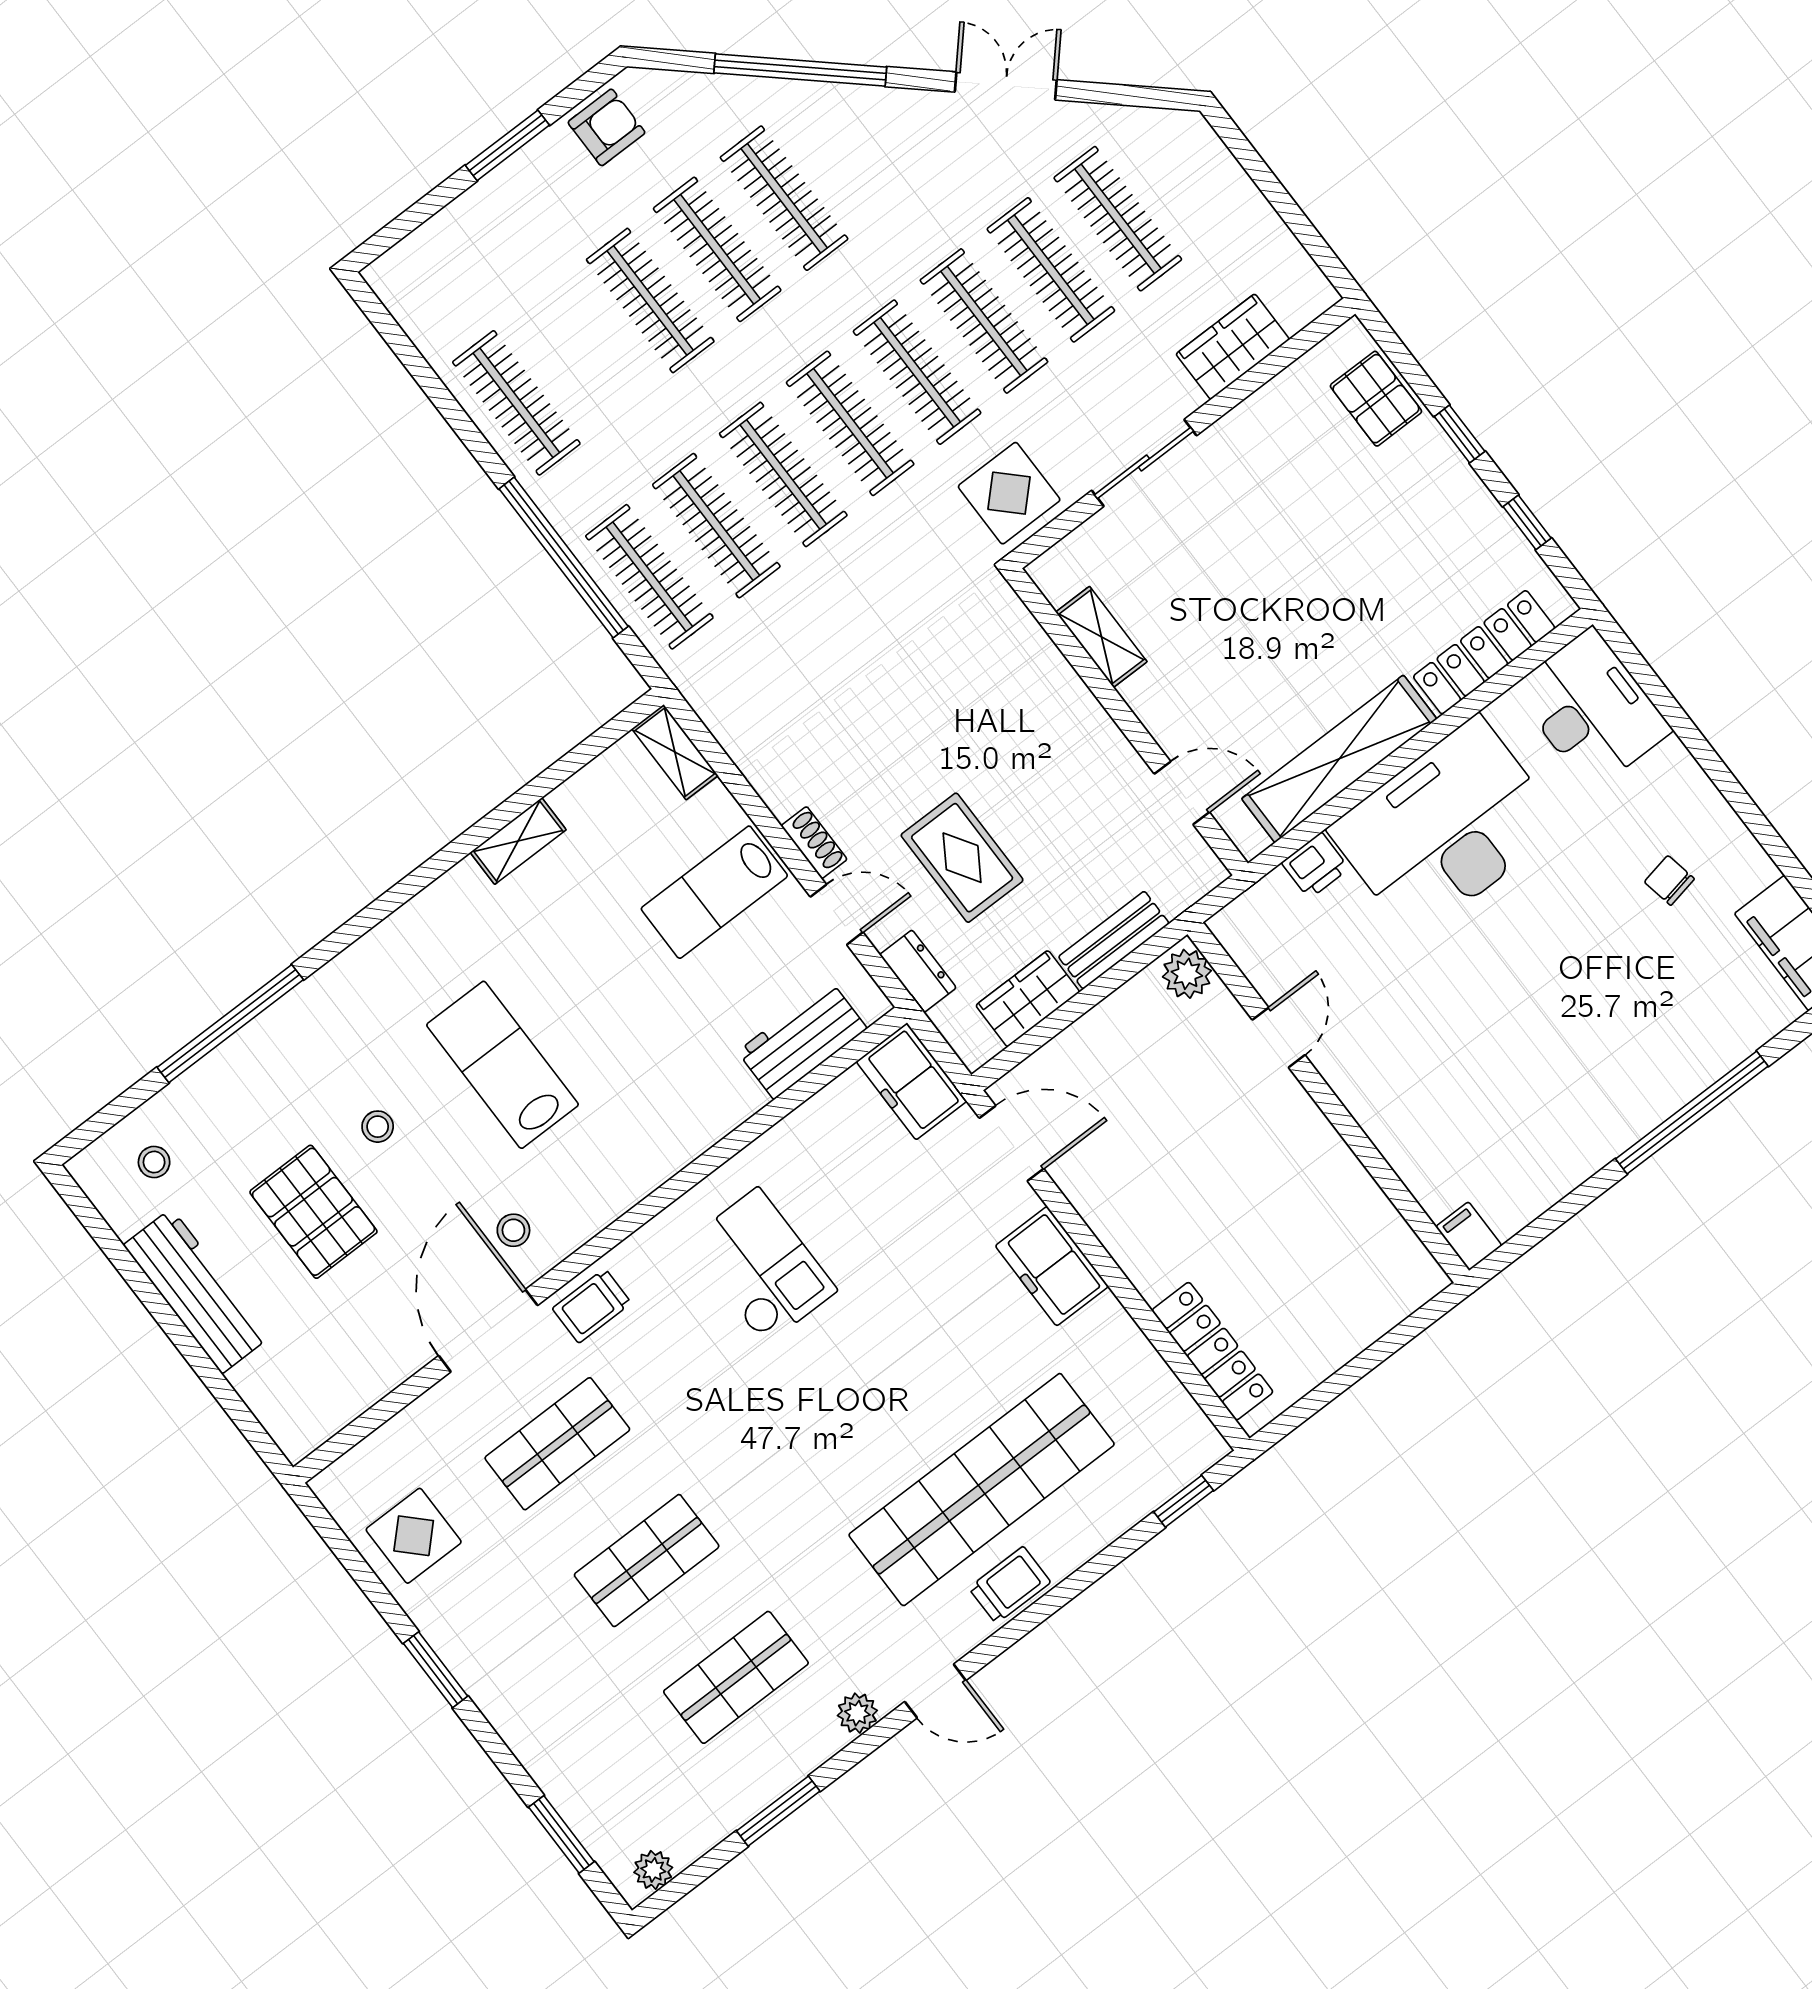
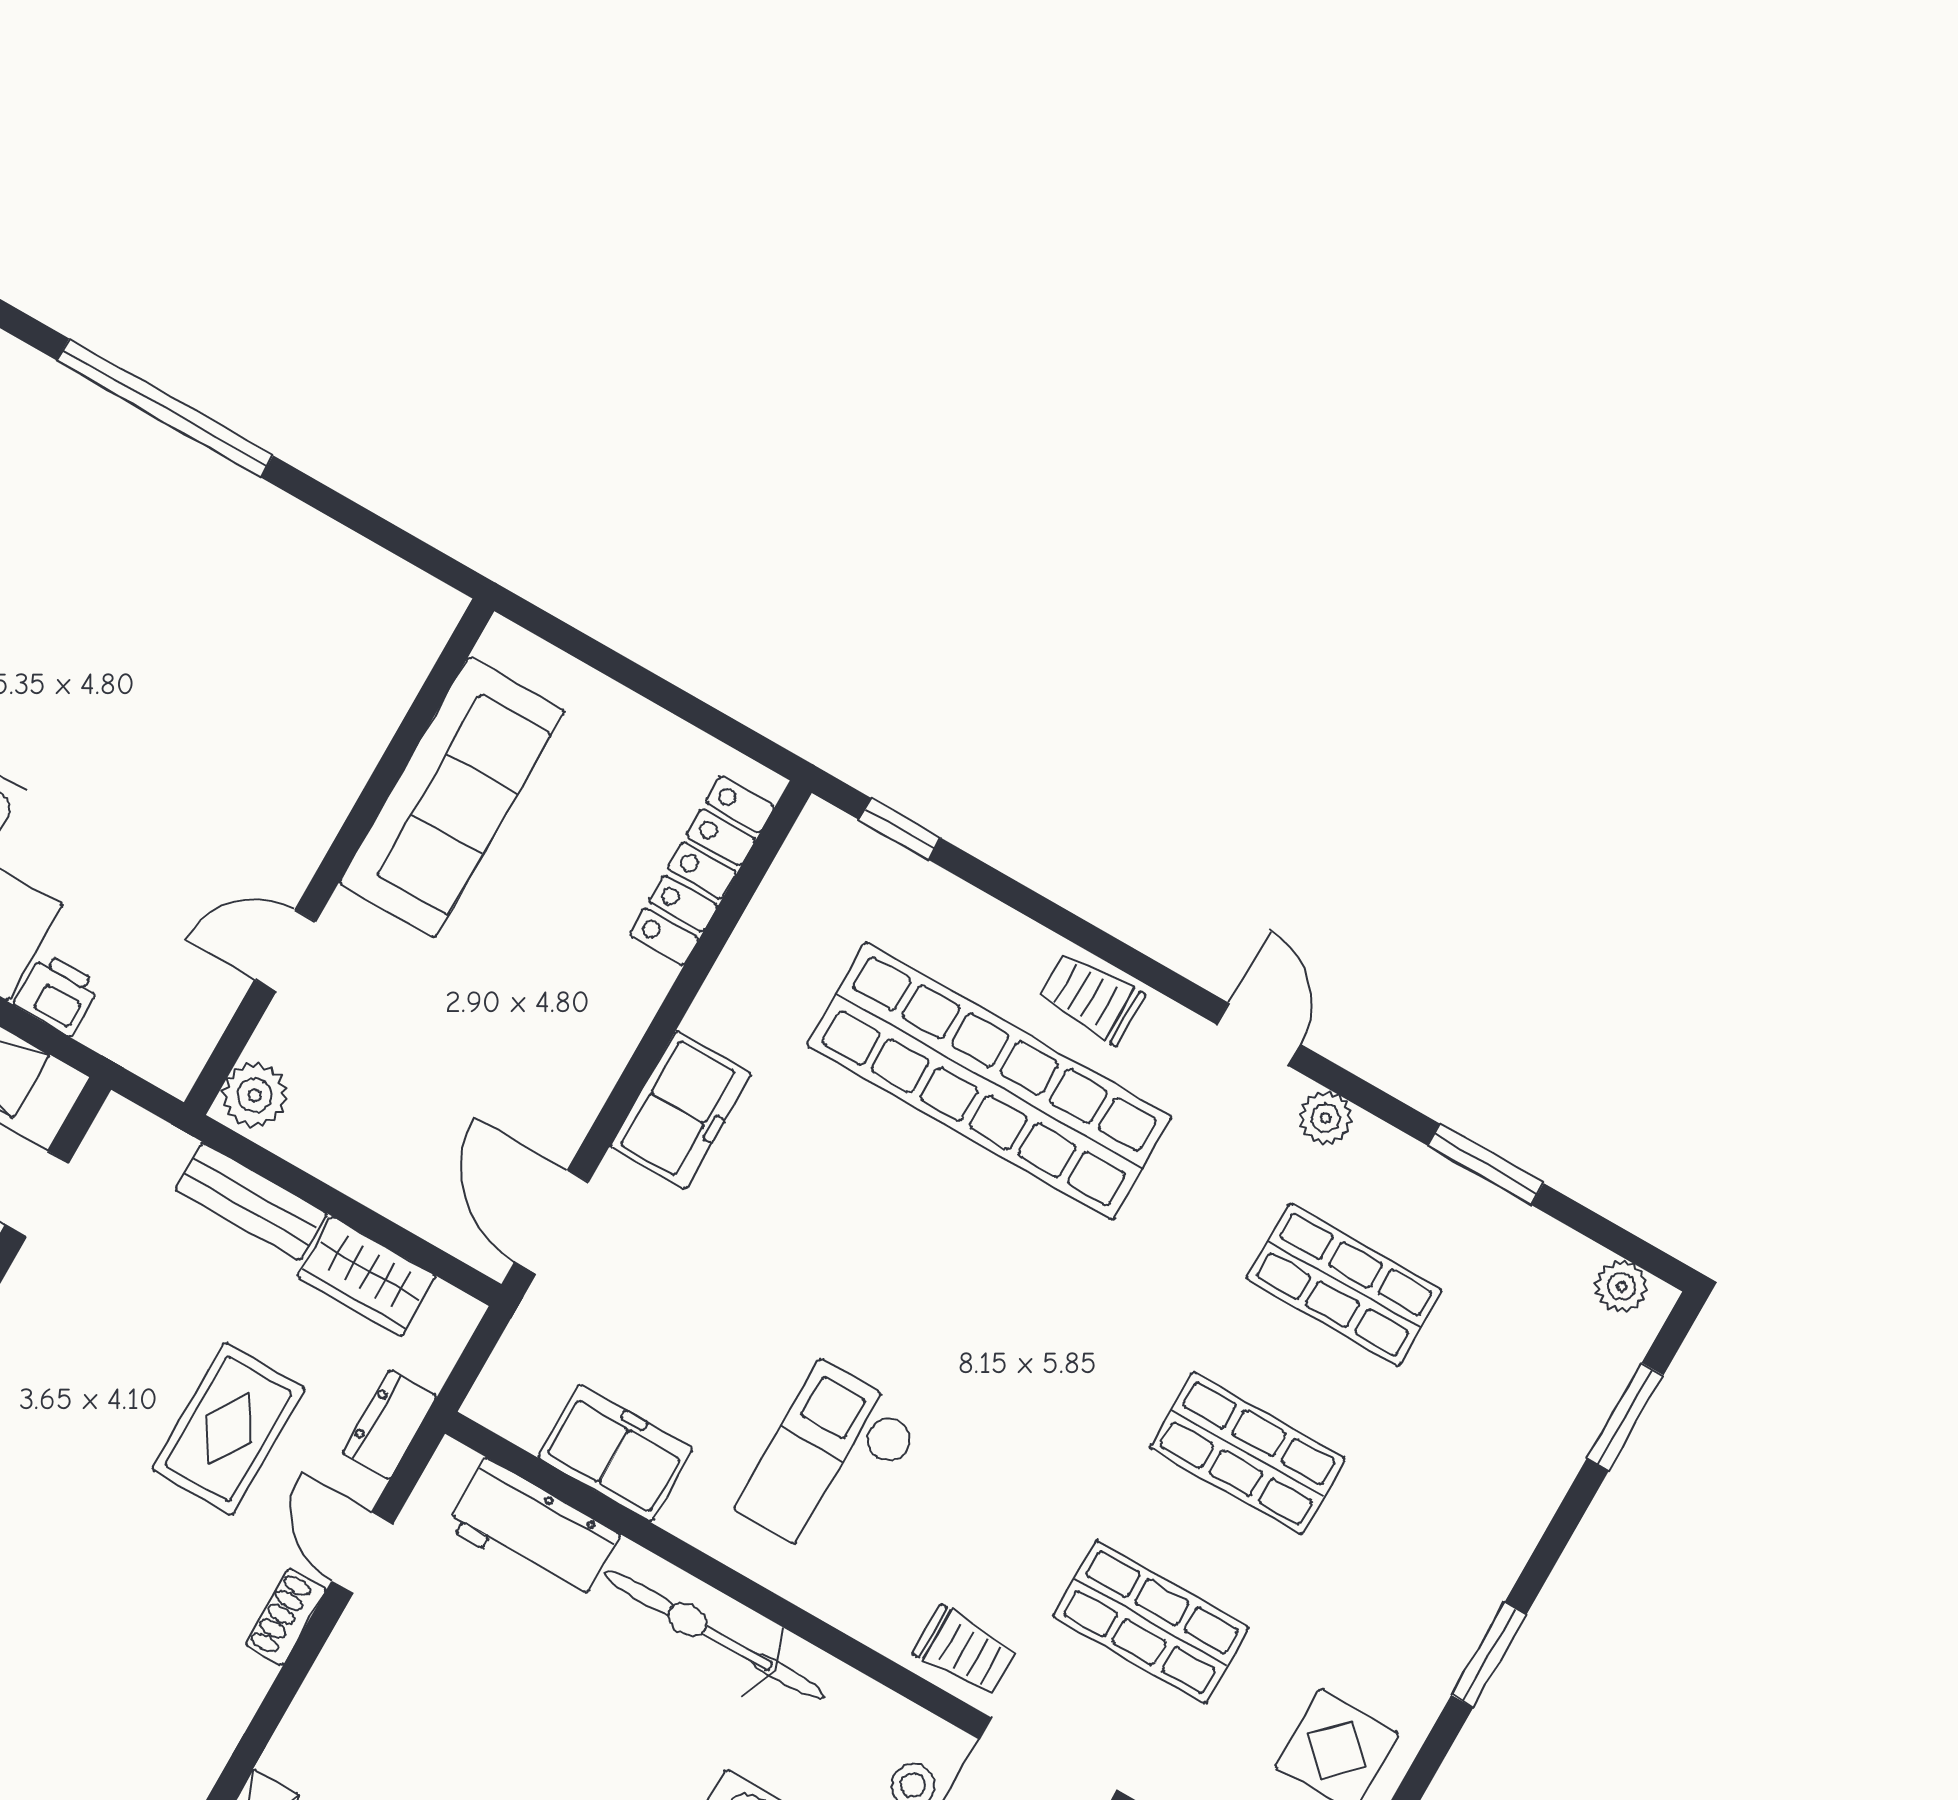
lab bench: (714, 892) -> (398, 1713), removed
freezer: (911, 1081) -> (615, 1453), moved, turned -90
bicycle: (677, 1136) -> (714, 1635), added
sofa: (1337, 1198) -> (452, 797), added
filing cabinet: (1469, 1236) -> (430, 617), removed

